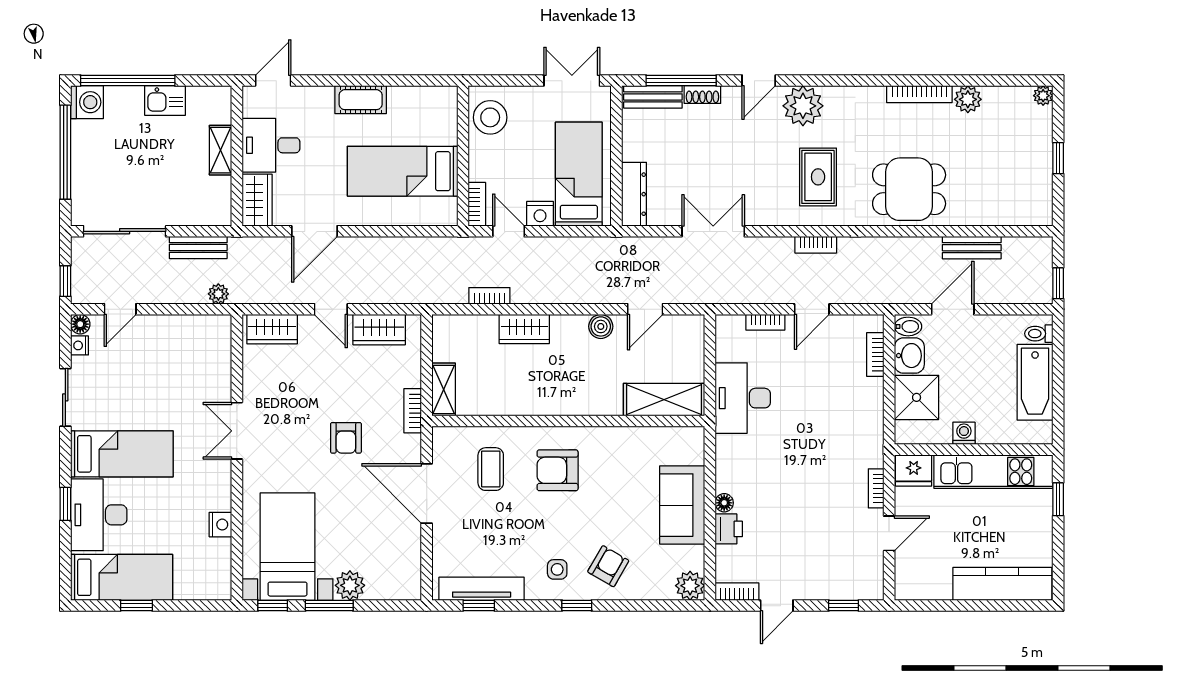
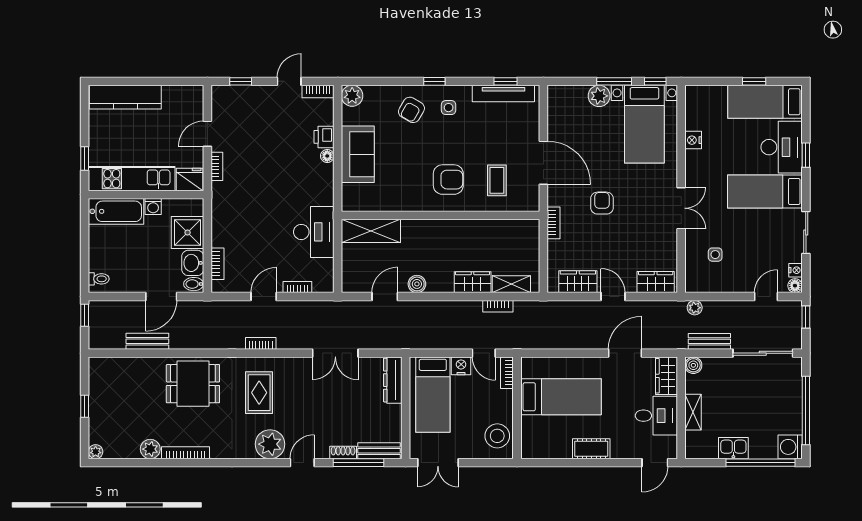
boiler: (220, 215) -> (693, 365), added
side table: (190, 367) -> (715, 255), added
bathtub: (1035, 382) -> (116, 211), moved, turned 90
shelving: (444, 390) -> (511, 284), moved, turned 90

